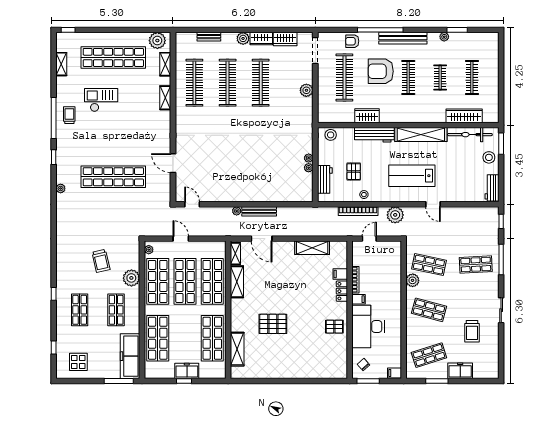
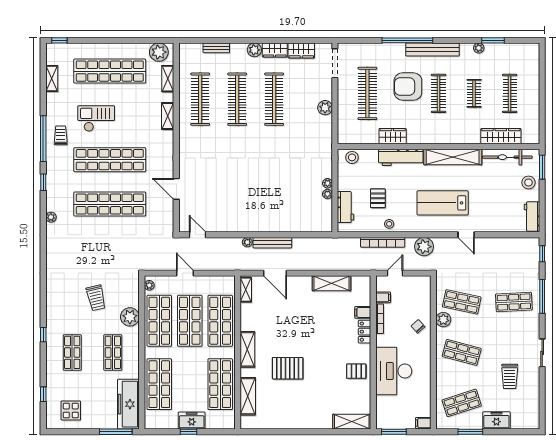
armchair: (352, 41) -> (376, 53), removed
shop shelf: (113, 137) -> (110, 160), added
shelving: (237, 282) -> (247, 349), moved
filing cabinet: (359, 299) -> (383, 297), moved
chair: (363, 365) -> (418, 326), moved
shelving: (330, 372) -> (352, 422), added

